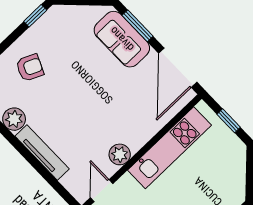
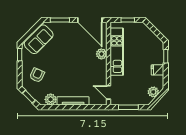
sofa: (122, 39) -> (39, 39), moved, turned -45
plant: (120, 154) -> (101, 54), moved

